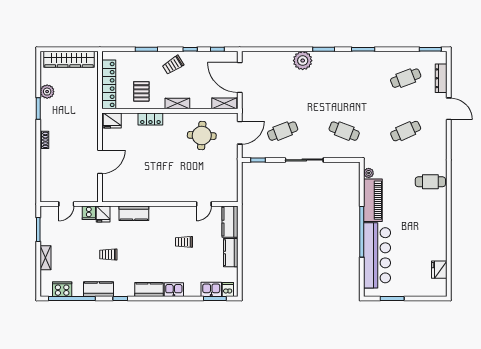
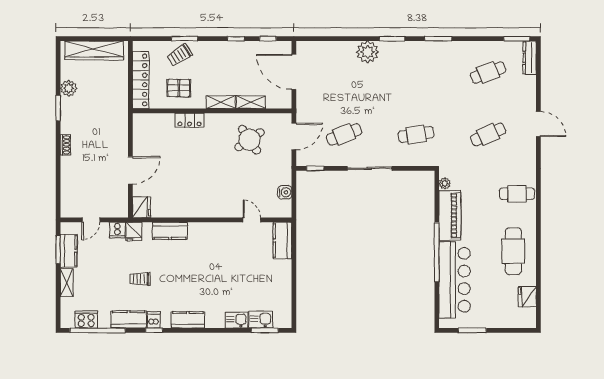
trolley: (173, 65) -> (180, 55), moved
dresser: (441, 78) -> (530, 58), moved
pallet: (141, 91) -> (179, 88), turned 90
shelving: (224, 103) -> (251, 102), moved
door: (449, 109) -> (538, 124), moved
fridge: (112, 120) -> (142, 207), moved, turned -90
cafe table: (344, 131) -> (416, 134), turned -30
round table: (202, 136) -> (249, 140), turned -37
water cooler: (232, 181) -> (285, 192), added
door: (204, 204) -> (252, 220), swing flipped
cafe table: (427, 231) -> (513, 251), added
trolley: (184, 242) -> (229, 264), removed
kitchen counter: (231, 253) -> (69, 251), moved, turned 180
kitchen sink: (174, 290) -> (236, 320), moved
dishwasher: (228, 290) -> (154, 320), moved

